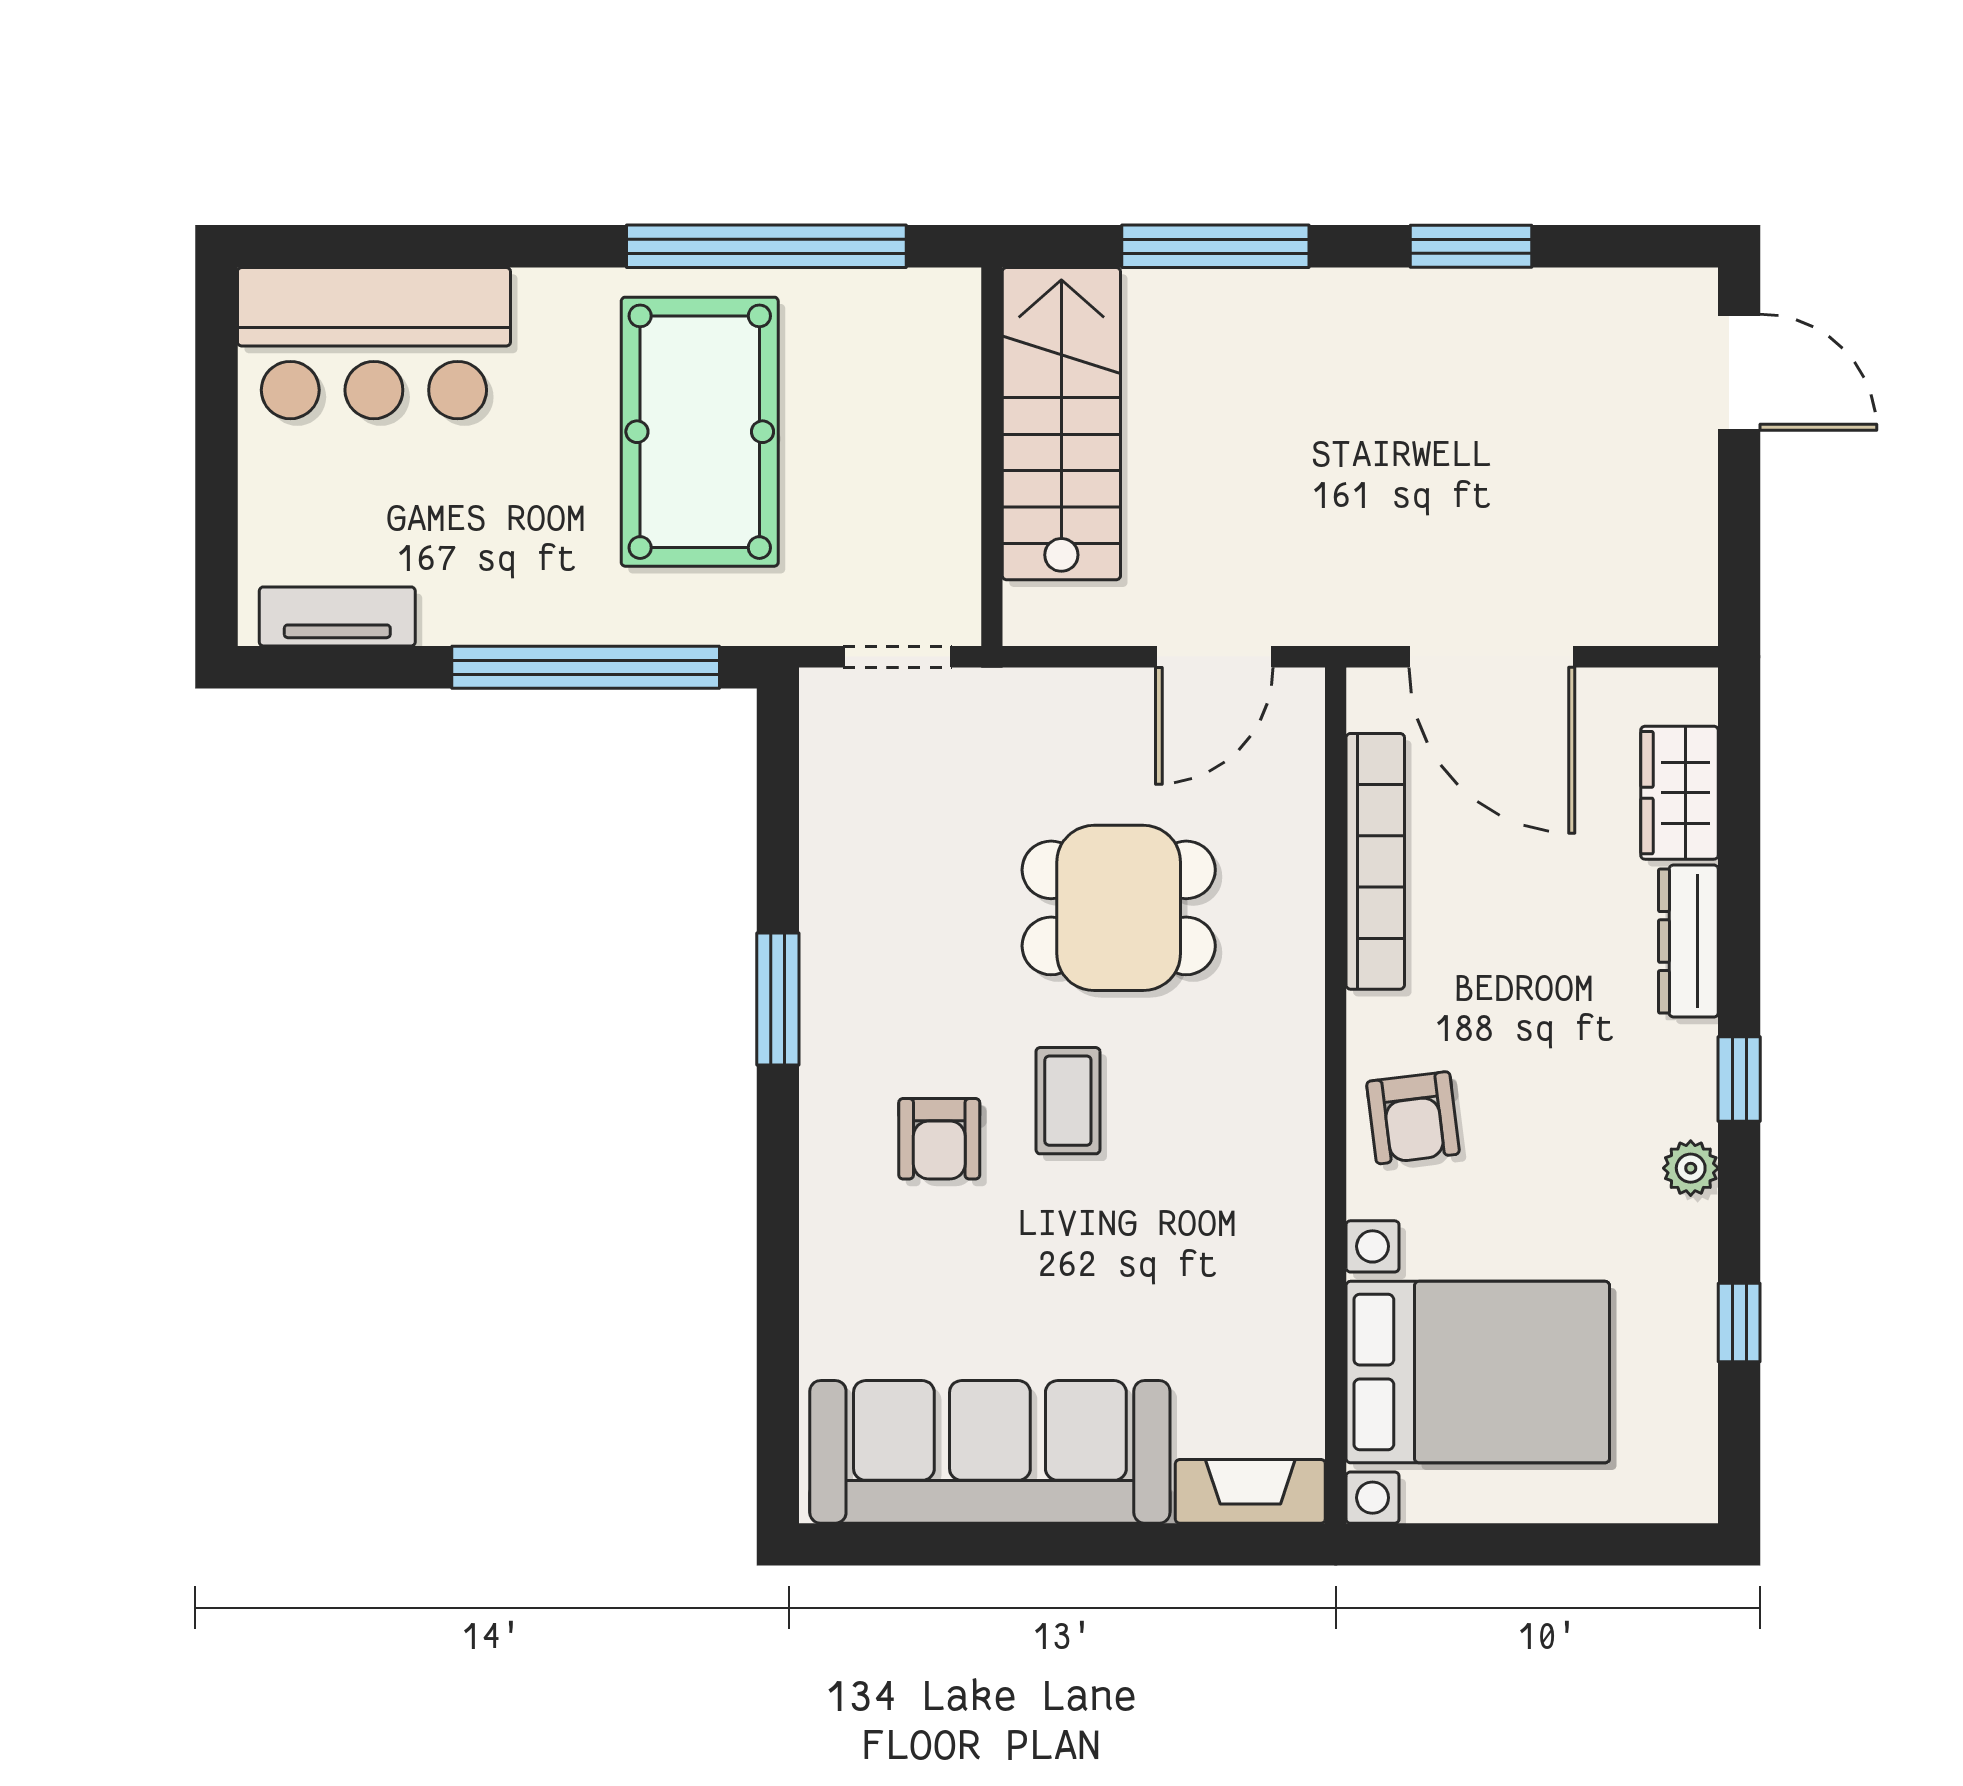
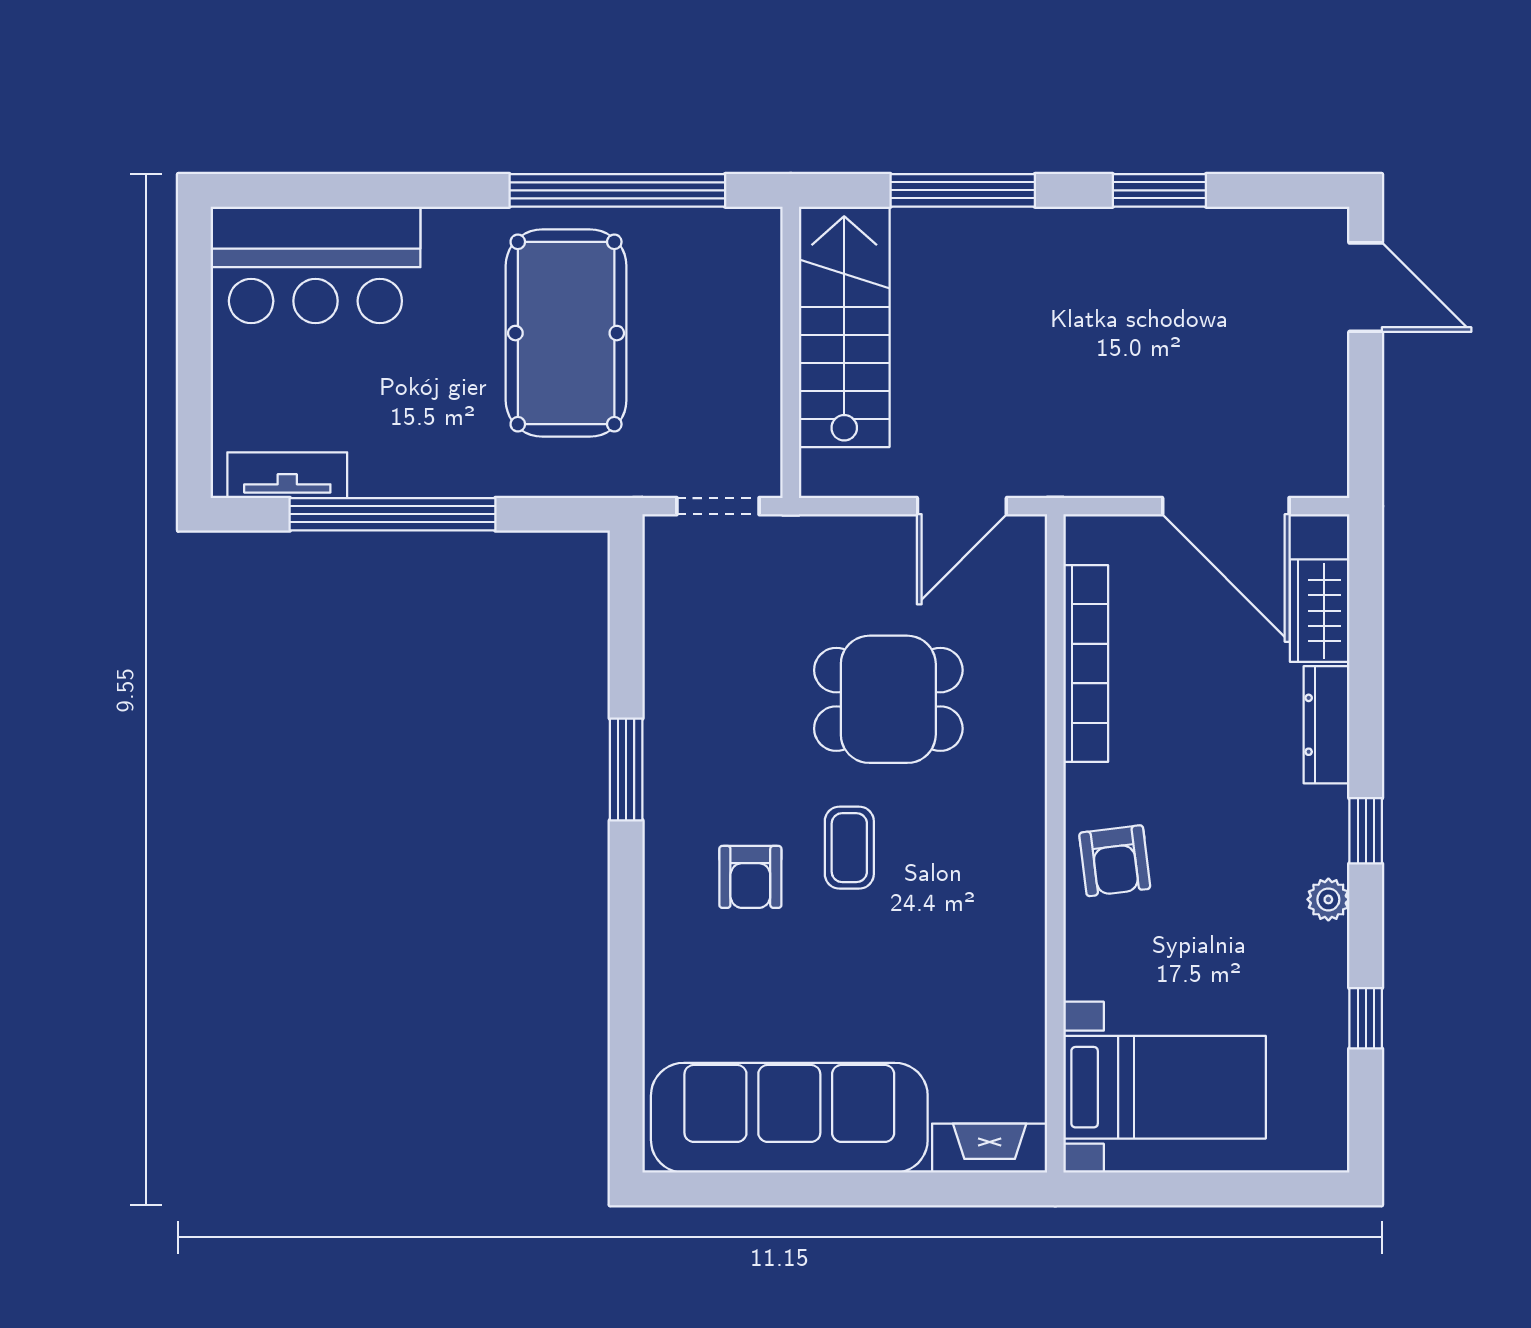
door: (1492, 657) -> (1226, 506), moved
window: (586, 667) -> (393, 514), moved
bed with nightstands: (1478, 1372) -> (1165, 1087), width x0.73

